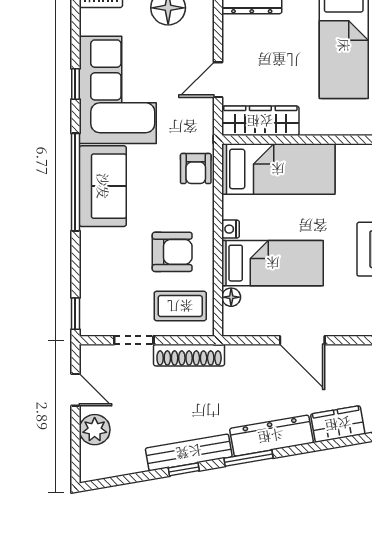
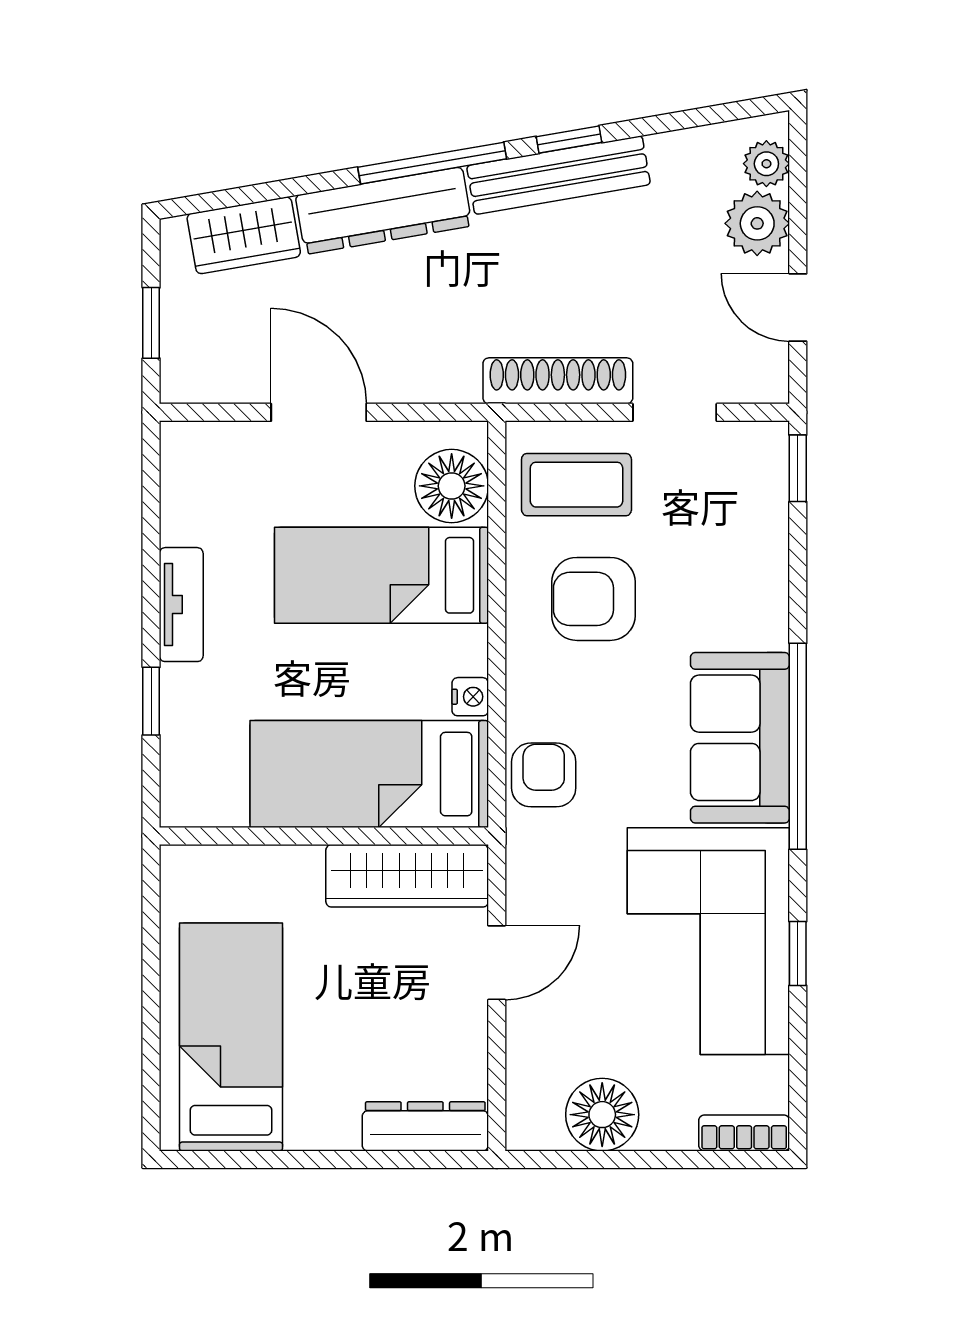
nightstand: (231, 229) -> (470, 697), moved
floor lamp: (231, 297) -> (452, 486), width x1.89, depth x1.89
plant: (90, 458) -> (766, 164), added
window: (249, 458) -> (432, 163), width x1.44

